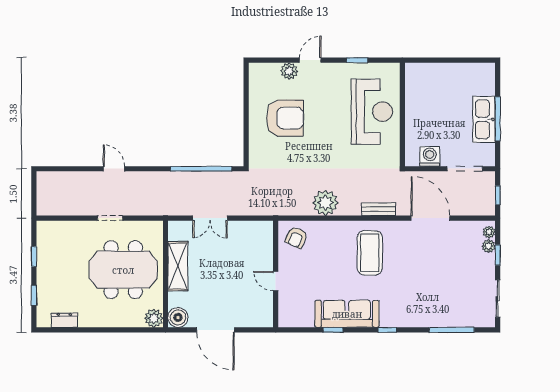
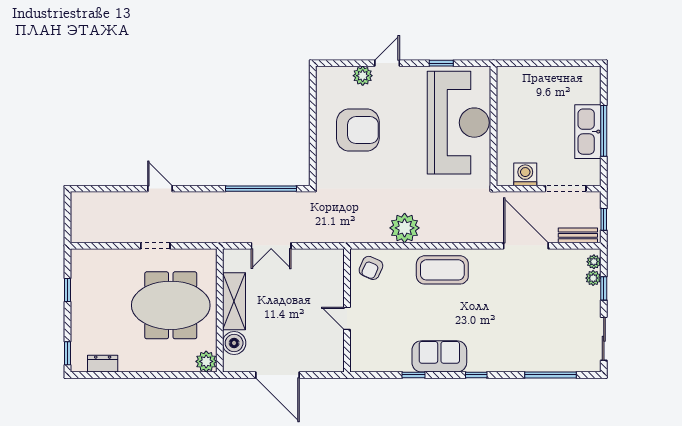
reception desk: (372, 112) -> (458, 123), width x1.36, depth x1.30
bench: (379, 209) -> (578, 235), moved
coffee table: (370, 253) -> (442, 270), moved, turned 90
window: (34, 295) -> (68, 353), moved
sofa: (347, 314) -> (439, 356), width x0.73
boiler: (178, 317) -> (234, 343), moved

